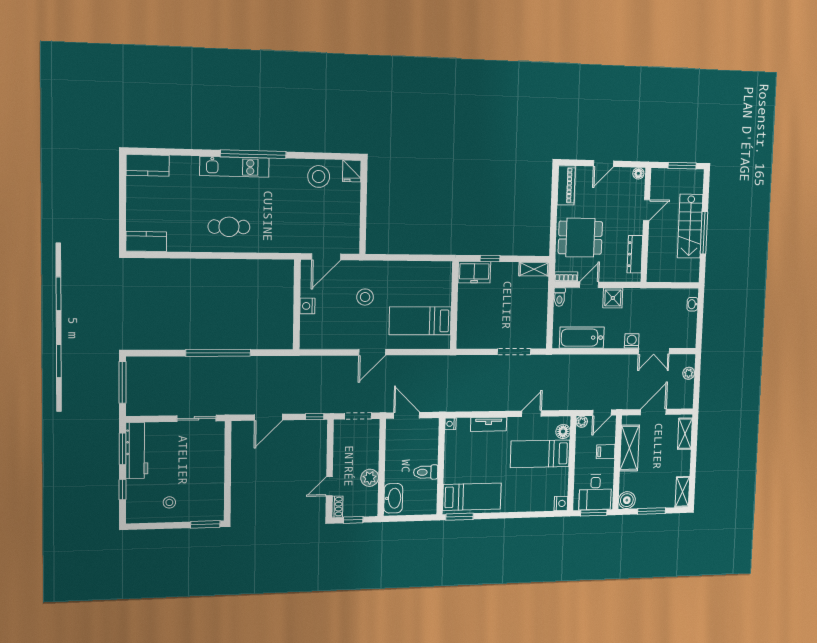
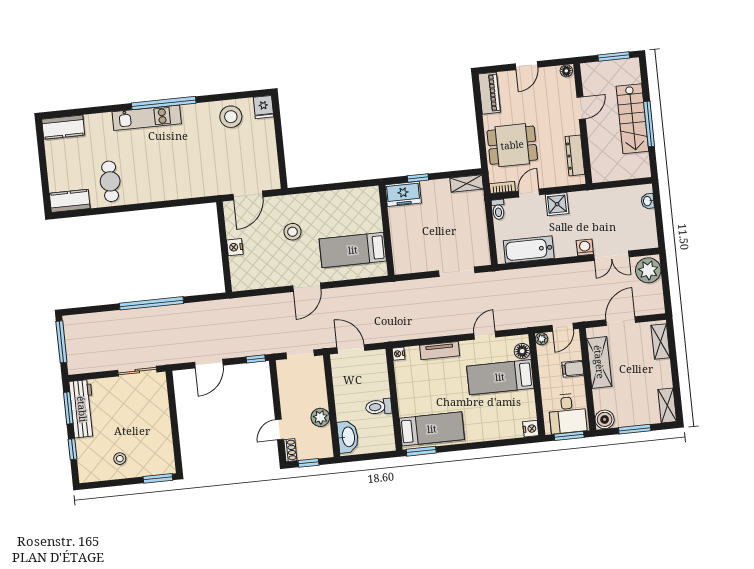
cafe table: (229, 227) -> (110, 181), moved, turned 90
plant: (689, 373) -> (648, 270), width x1.88, depth x1.88

